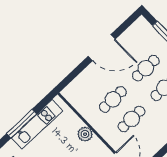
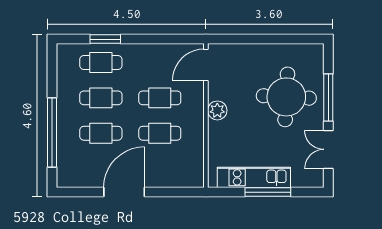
door: (102, 48) -> (124, 192), hinge flipped
plant: (85, 134) -> (217, 110), moved

